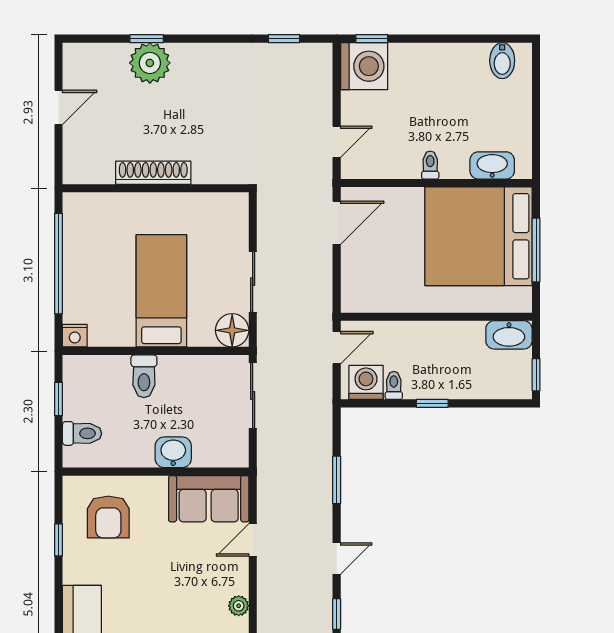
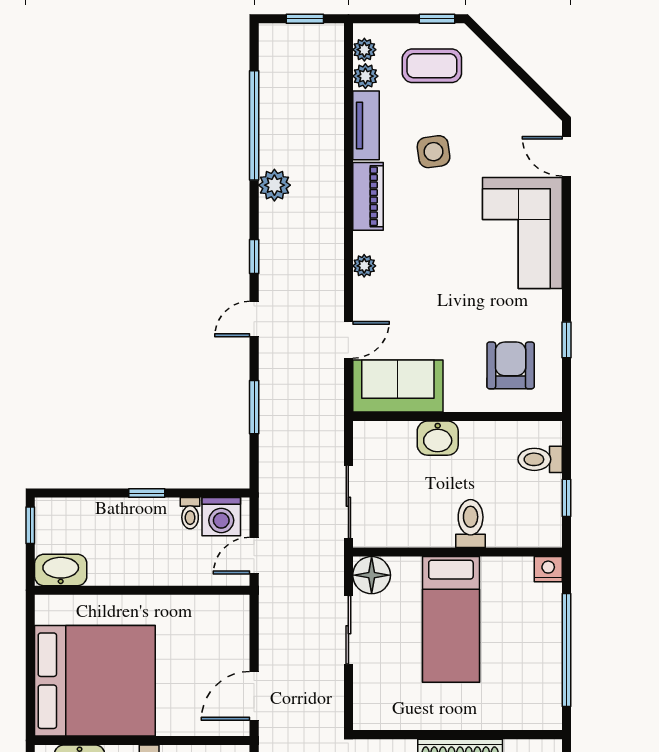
window: (536, 250) -> (30, 665), removed

